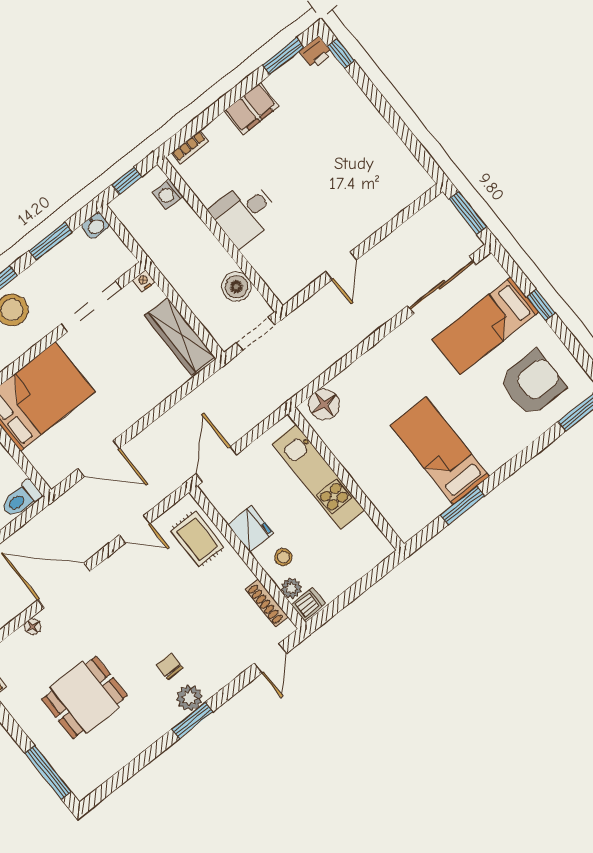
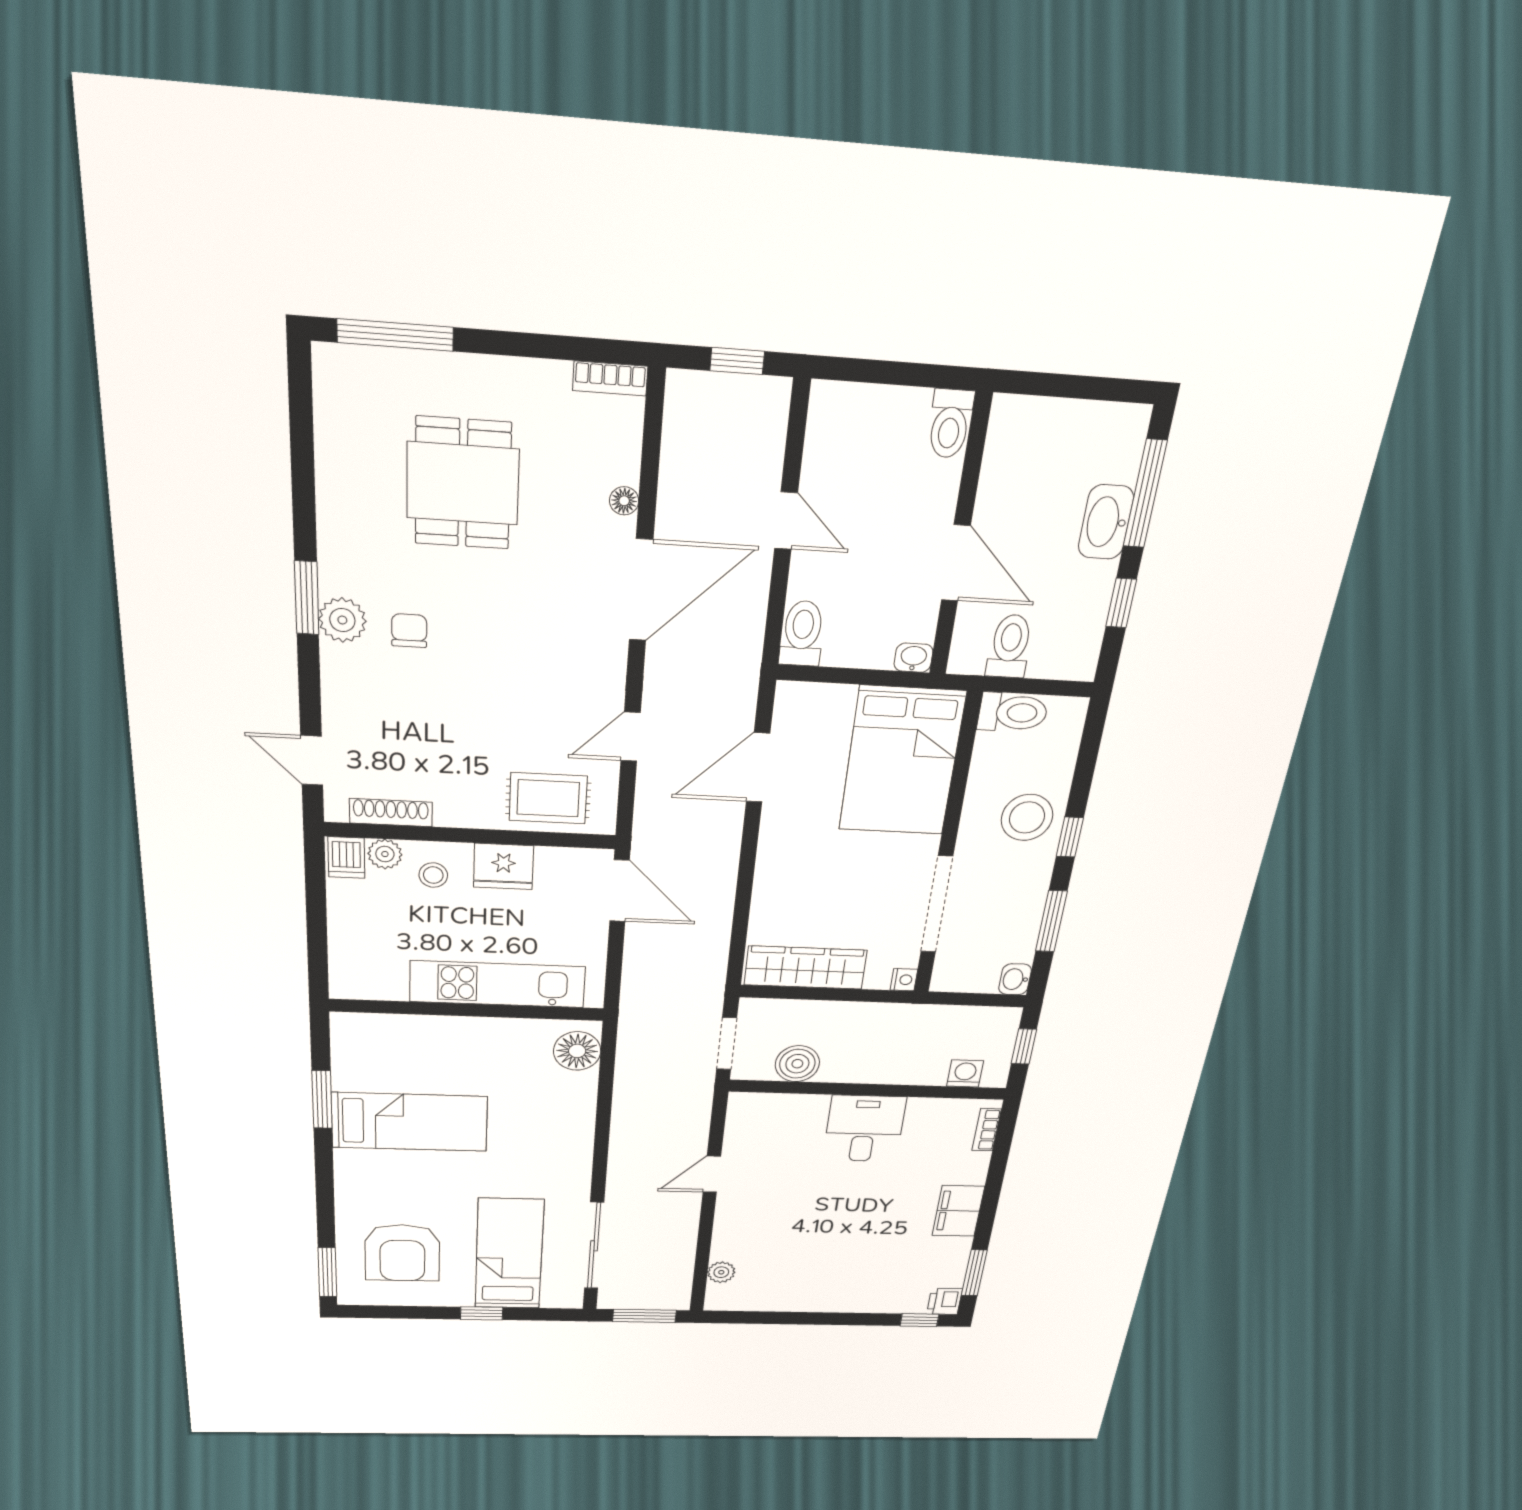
plant: (401, 199) -> (721, 1272), added
door: (341, 266) -> (712, 1174), hinge flipped
chair: (170, 666) -> (409, 631), turned -90

